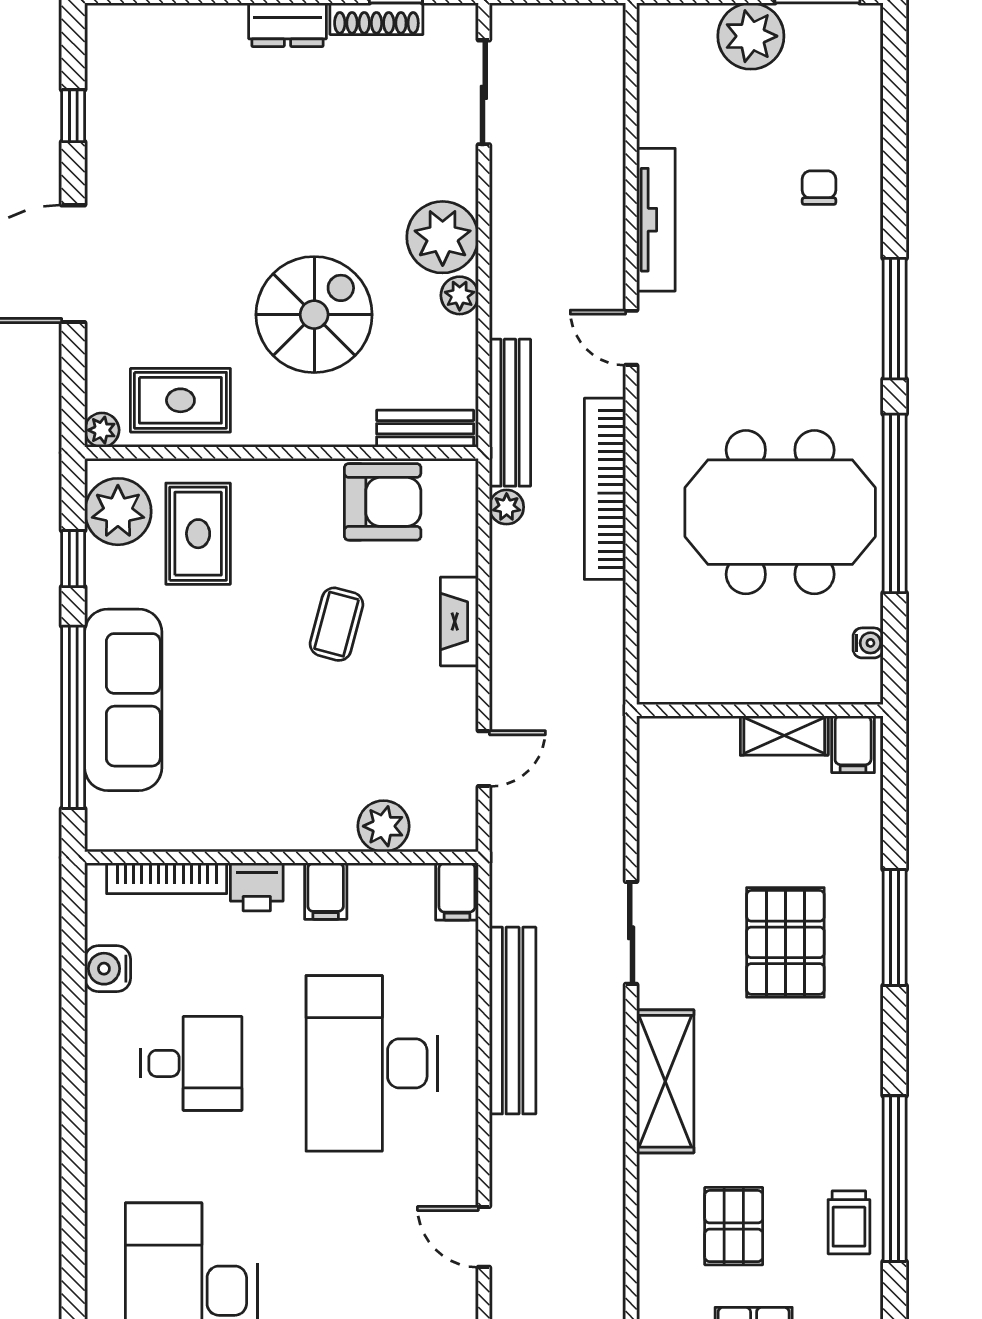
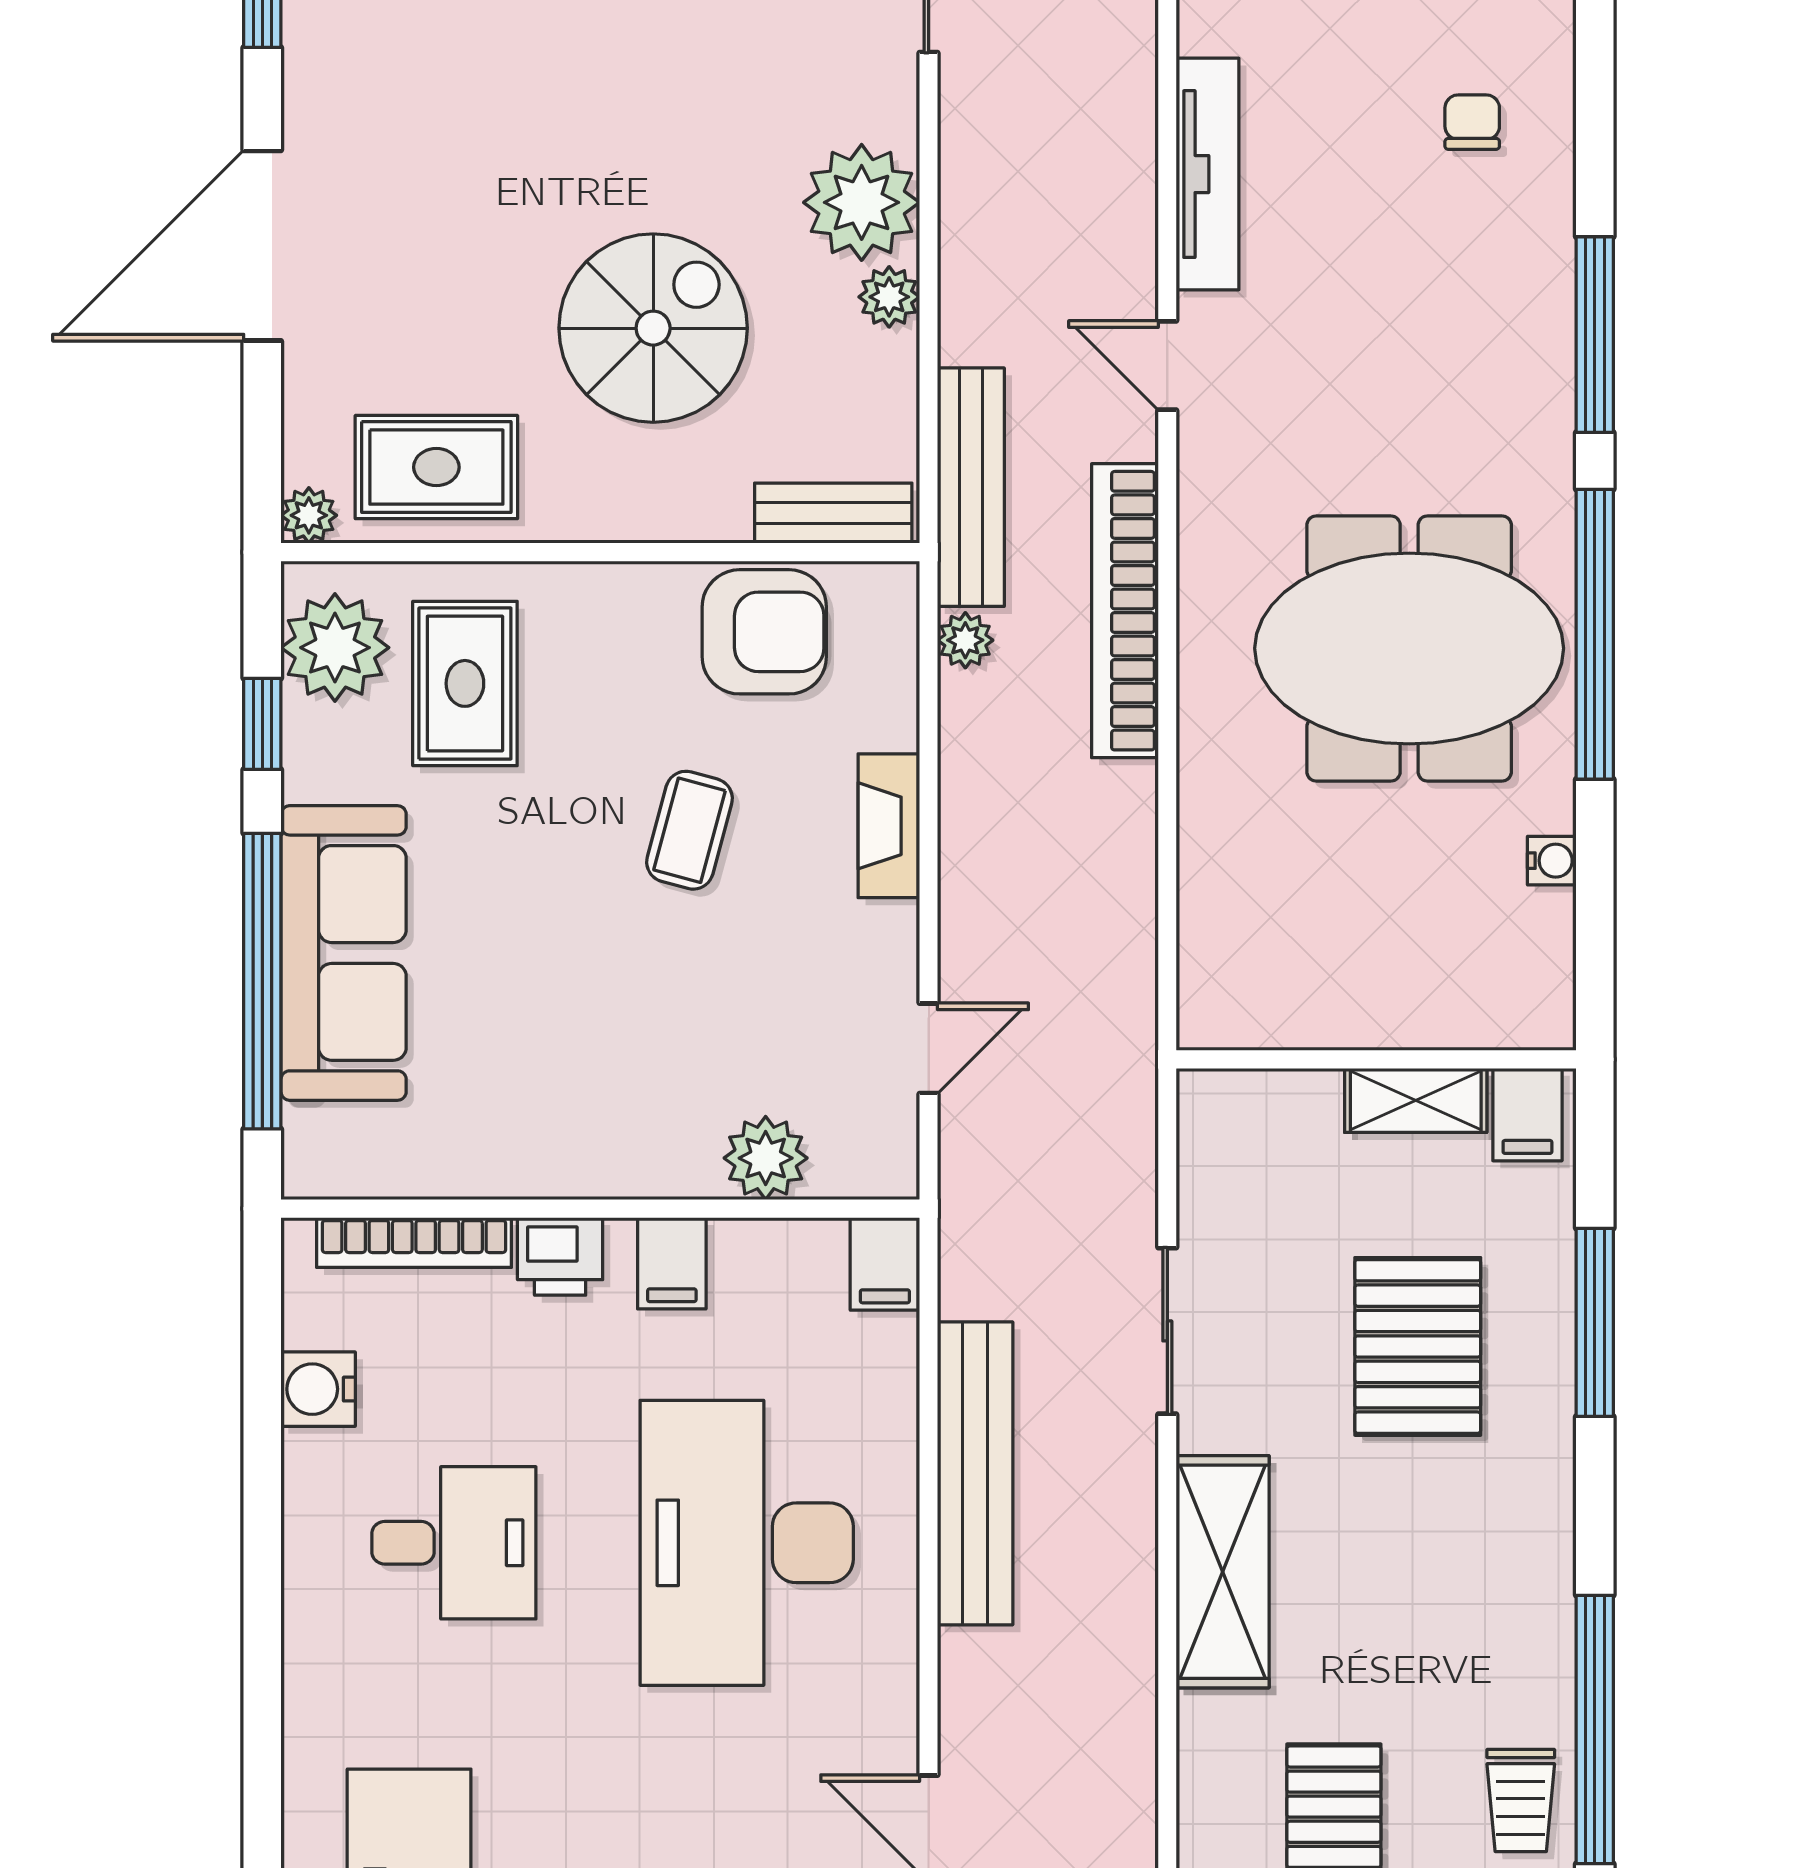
wall: (760, 710) -> (1376, 1059), moved
shelving: (784, 736) -> (1416, 1100), moved
filing cabinet: (853, 744) -> (1527, 1115), moved

